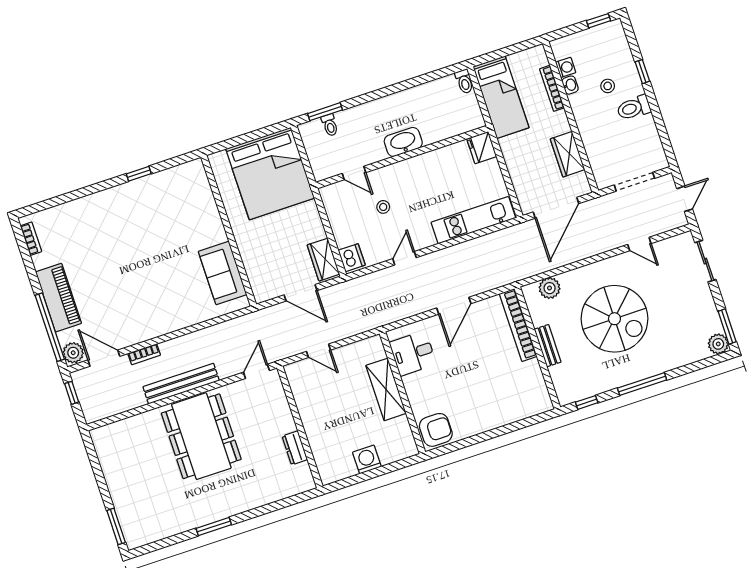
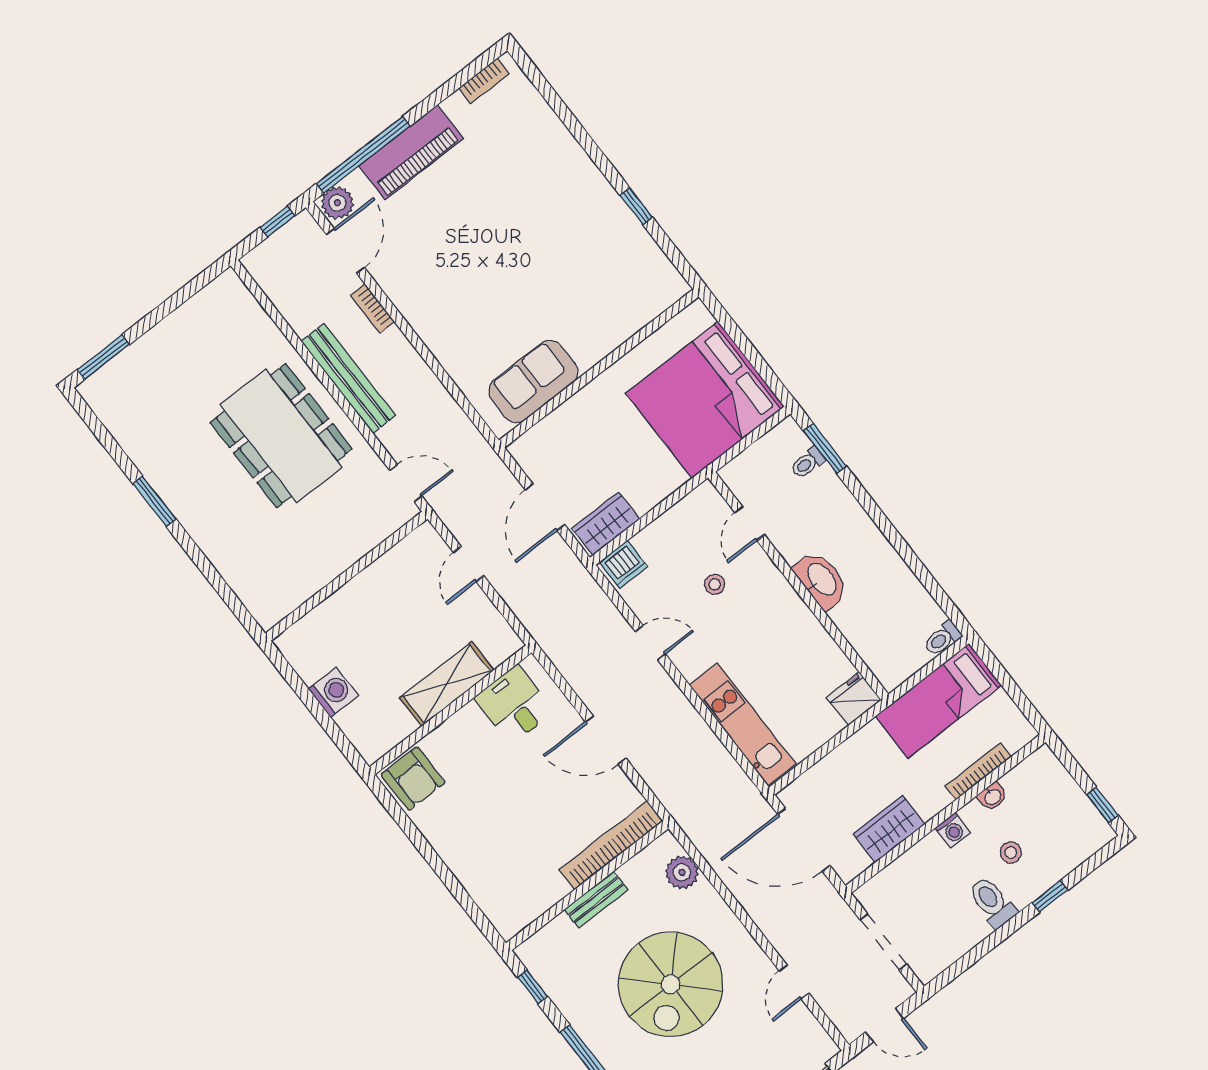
washing machine: (566, 67) -> (953, 830), moved
dining table: (201, 436) -> (281, 436), turned 90
dresser: (295, 448) -> (313, 580), removed

